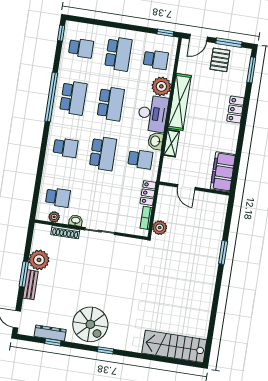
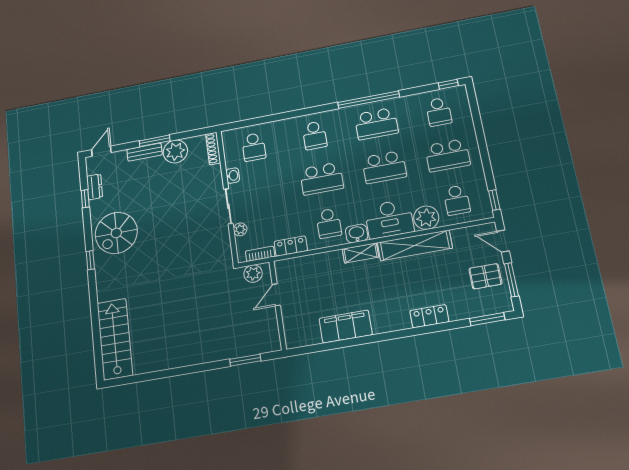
door: (186, 187) -> (276, 295), moved
wall: (194, 188) -> (278, 305), moved
plant: (54, 217) -> (240, 229), moved
shoe rack: (65, 232) -> (213, 148), moved
dresser: (50, 333) -> (94, 187), width x0.70

